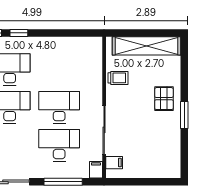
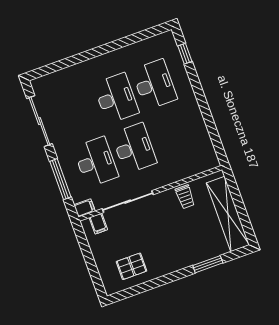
window: (19, 33) -> (195, 81), removed
pallet: (164, 99) -> (132, 266), moved
window: (184, 115) -> (208, 264), moved

